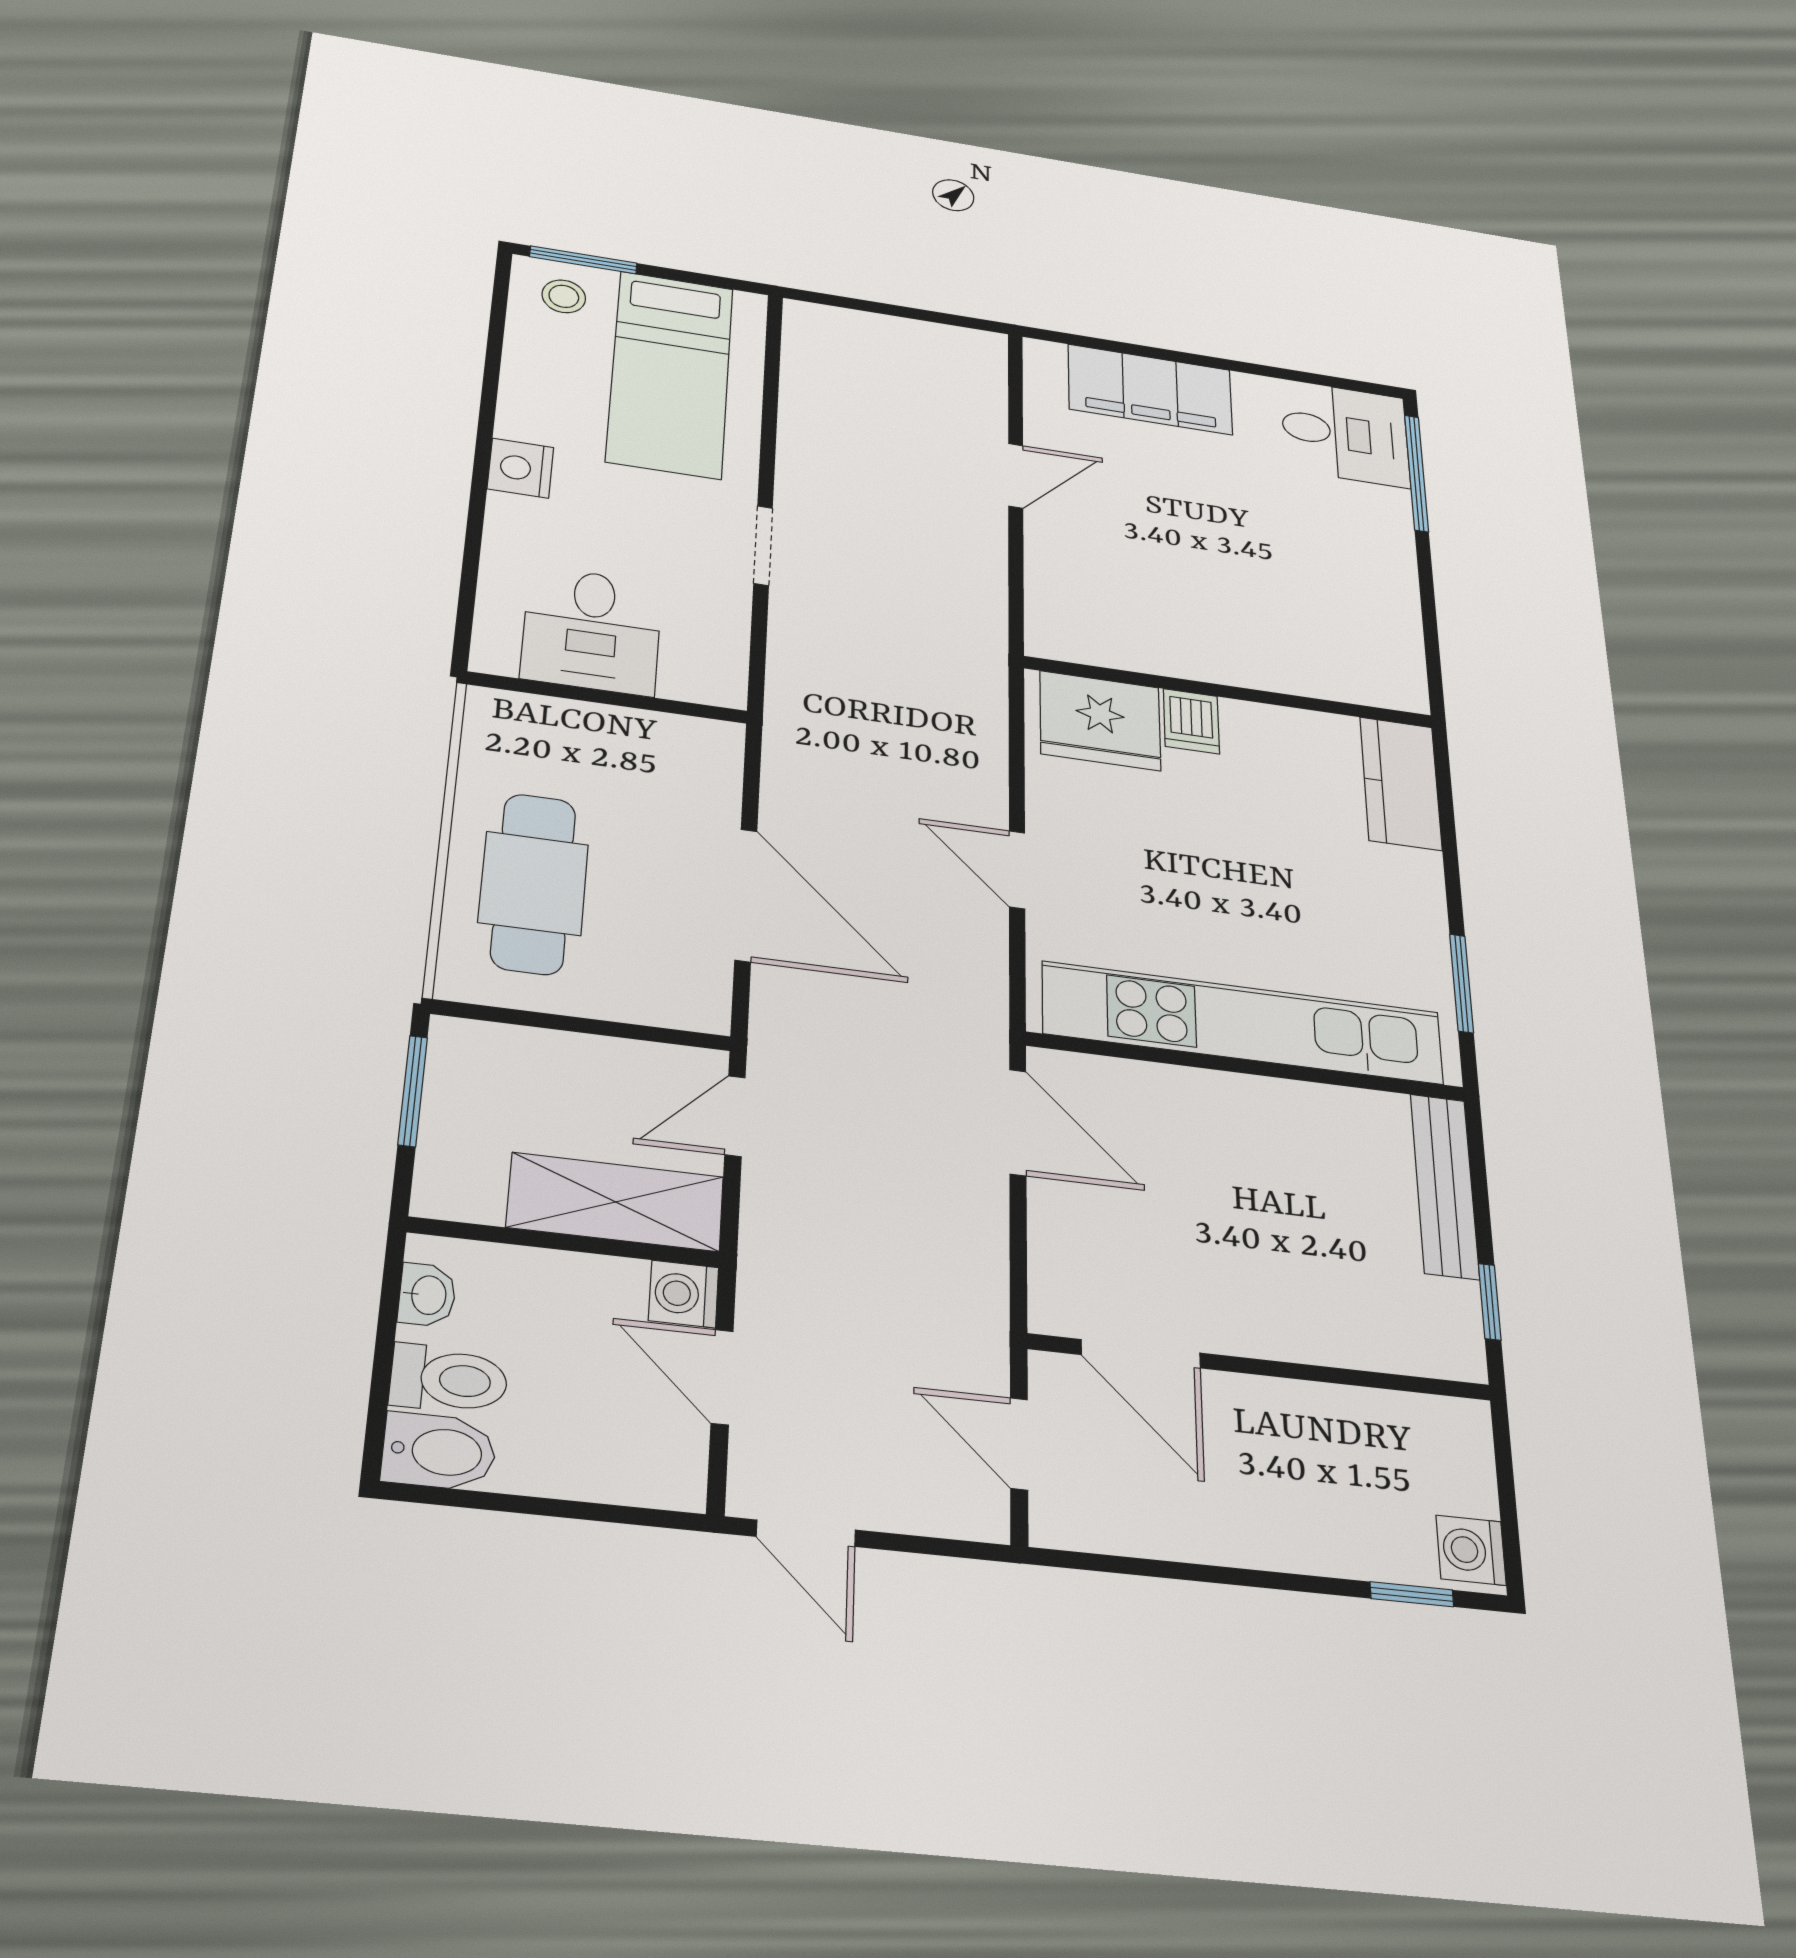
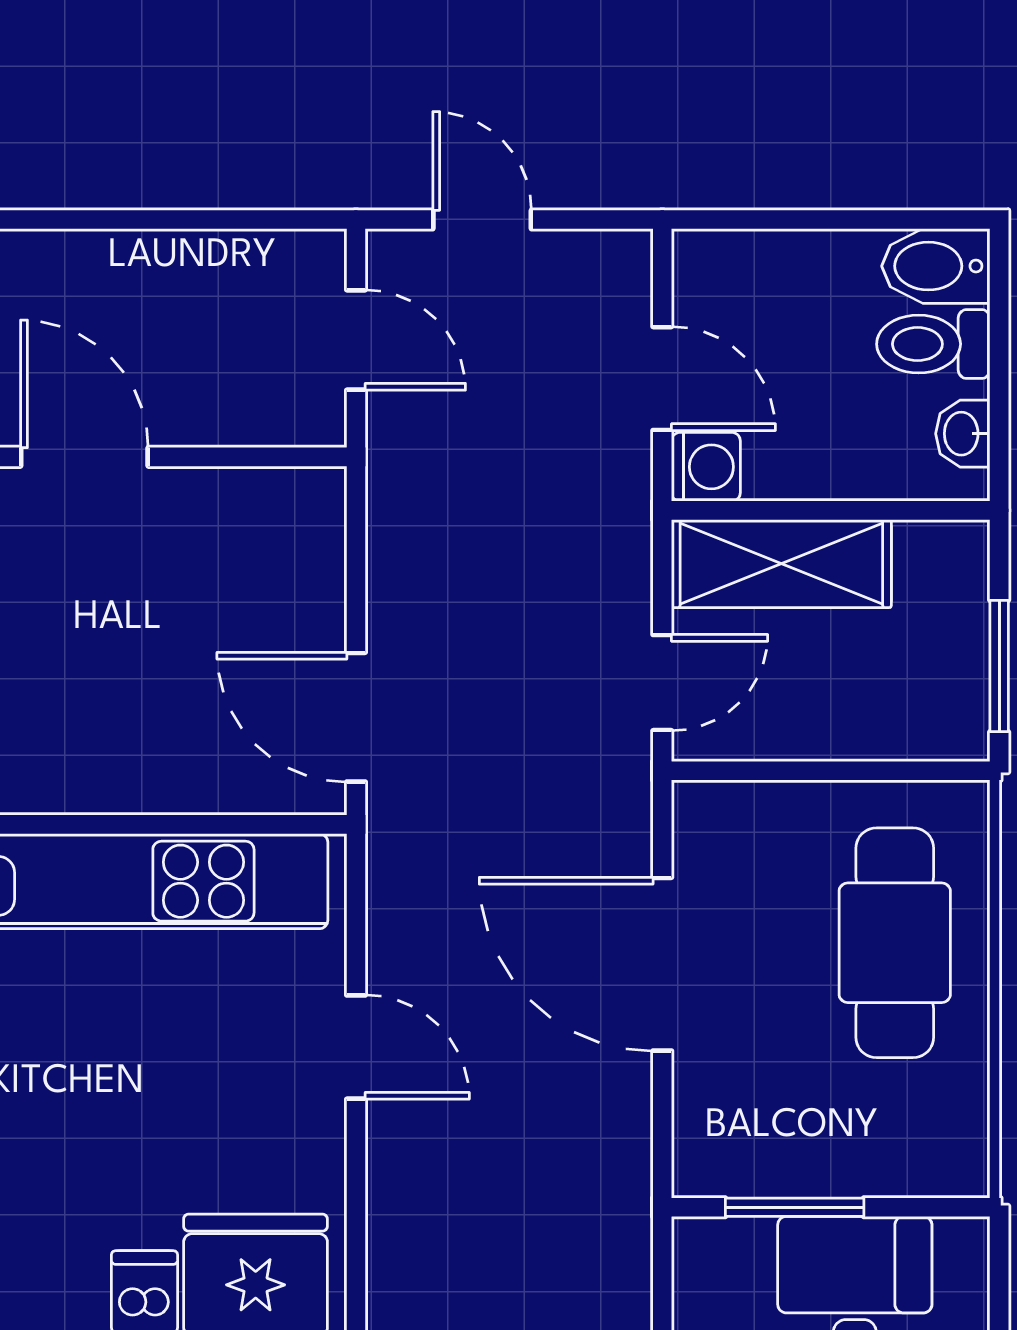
window: (639, 702) -> (795, 1207), added
door: (1141, 1354) -> (84, 457), moved
door: (806, 1533) -> (482, 219), moved

